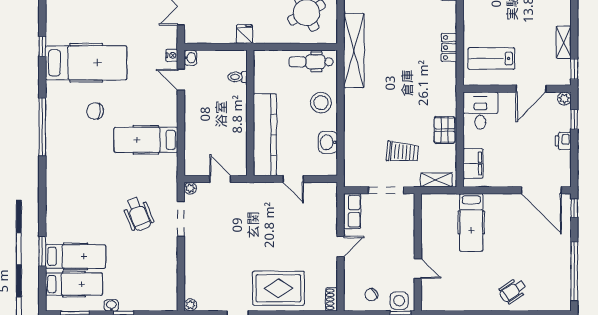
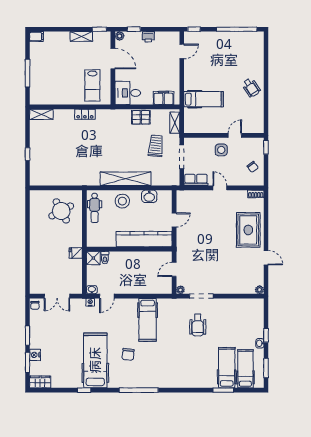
shelving: (354, 50) -> (125, 179), moved
shower: (237, 60) -> (93, 258), added
door: (542, 190) -> (182, 51), width x0.53
wheelchair: (138, 214) -> (198, 325), turned 112
wheelchair: (513, 291) -> (251, 88), moved
side table: (399, 301) -> (221, 150), moved

